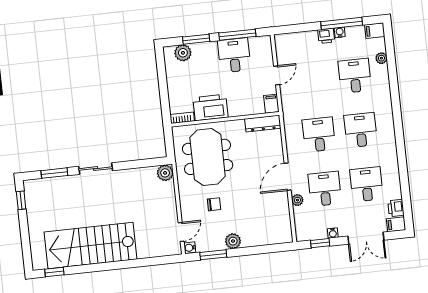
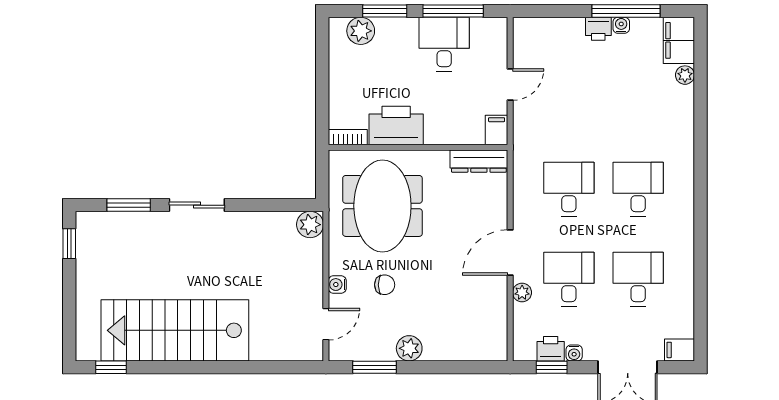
filing cabinet: (375, 31) -> (679, 40), width x2.00
desk: (355, 76) -> (638, 99), removed
printer: (396, 208) -> (551, 349), moved, turned 90
water cooler: (190, 248) -> (337, 285), moved

